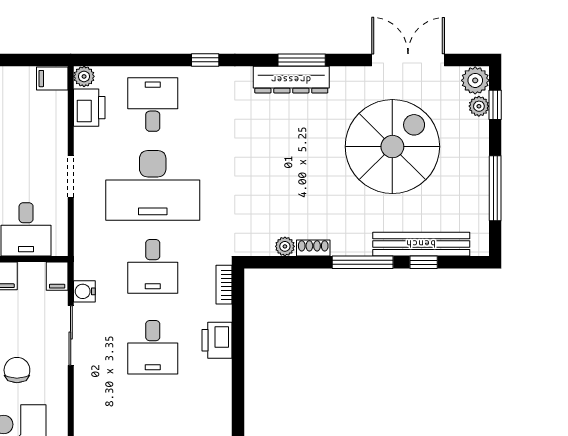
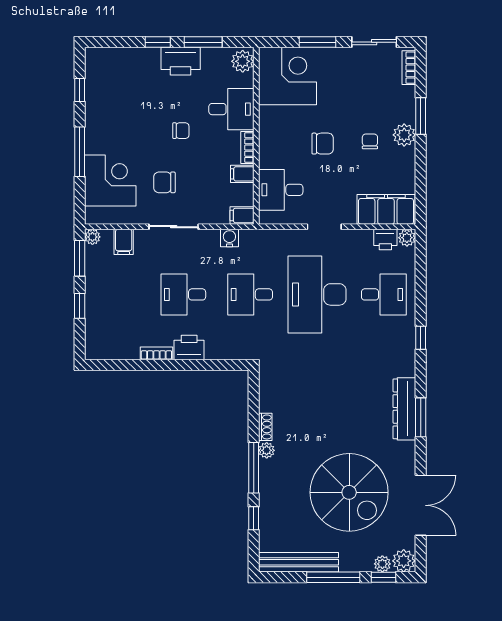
filing cabinet: (52, 79) -> (386, 209), width x3.00, depth x1.17
printer: (89, 108) -> (385, 239), width x0.73, depth x0.81
window: (495, 188) -> (333, 577), moved
bench: (421, 244) -> (299, 562), moved, turned 90
plant: (285, 246) -> (267, 450), moved
bookcase: (224, 285) -> (156, 353), moved
sliding door: (71, 336) -> (174, 227), moved
chair: (17, 370) -> (164, 182), turned 180
filing cabinet: (89, 419) -> (124, 242), added

